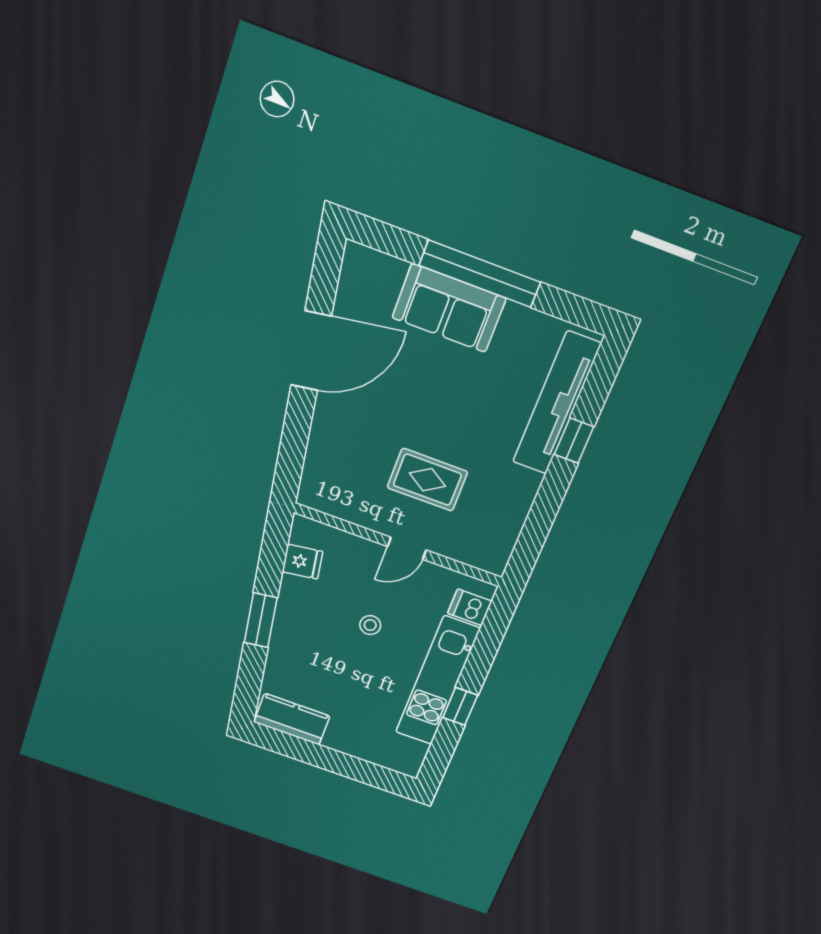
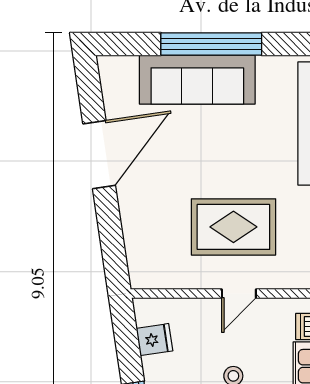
sofa: (449, 308) -> (197, 80), width x1.36
rug: (427, 480) -> (233, 227), width x1.36, depth x1.43

